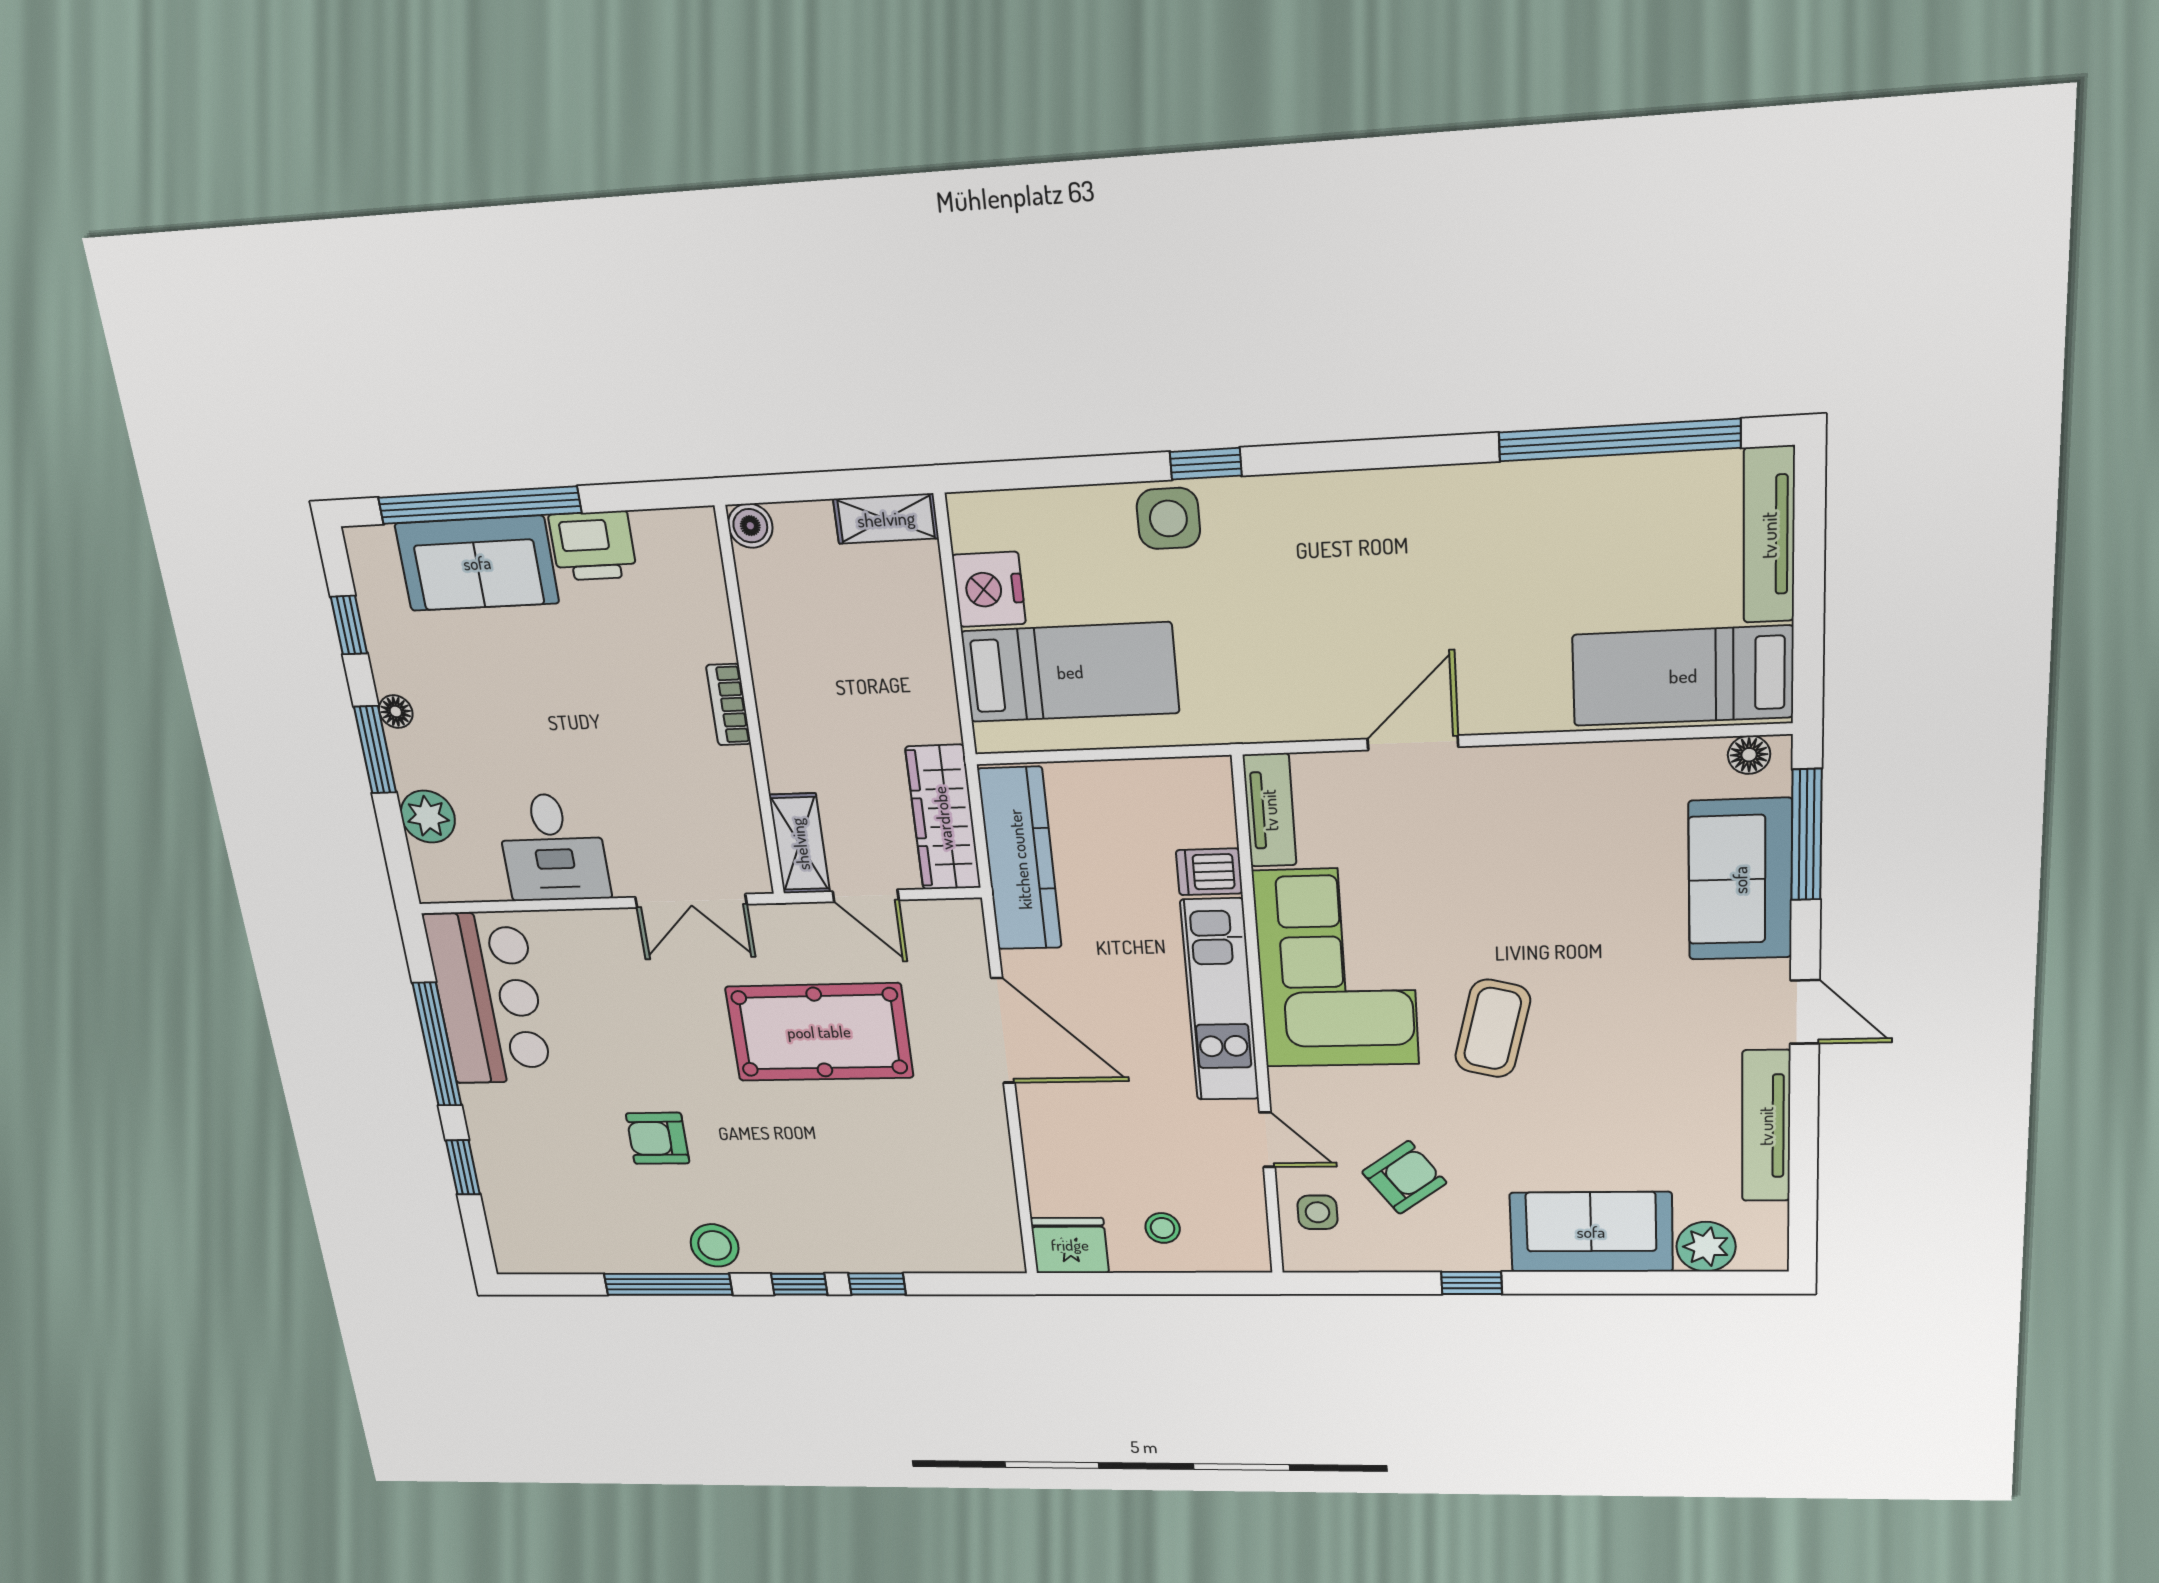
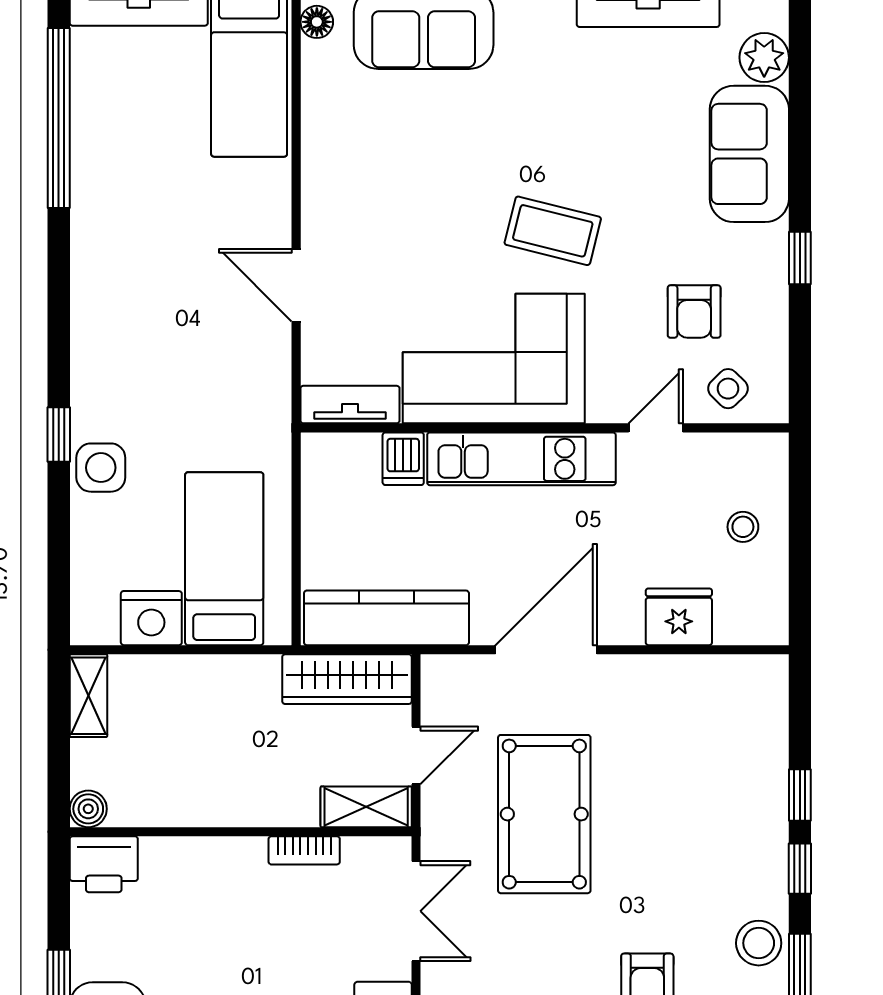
printer: (593, 546) -> (104, 864), moved, turned 90
bookcase: (729, 705) -> (304, 850), moved
armchair: (1404, 1177) -> (694, 311), turned -144
side table: (1317, 1212) -> (728, 389), turned 45
fridge: (1070, 1245) -> (679, 617), moved, turned 90

